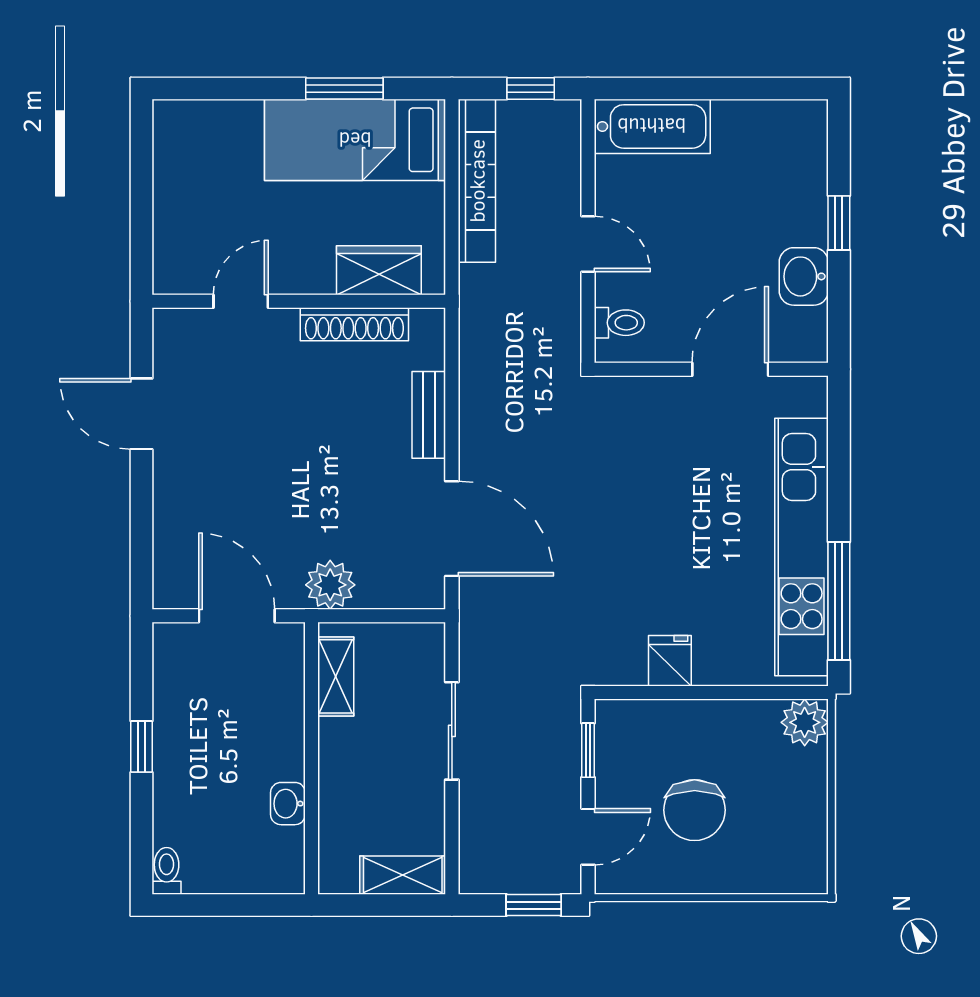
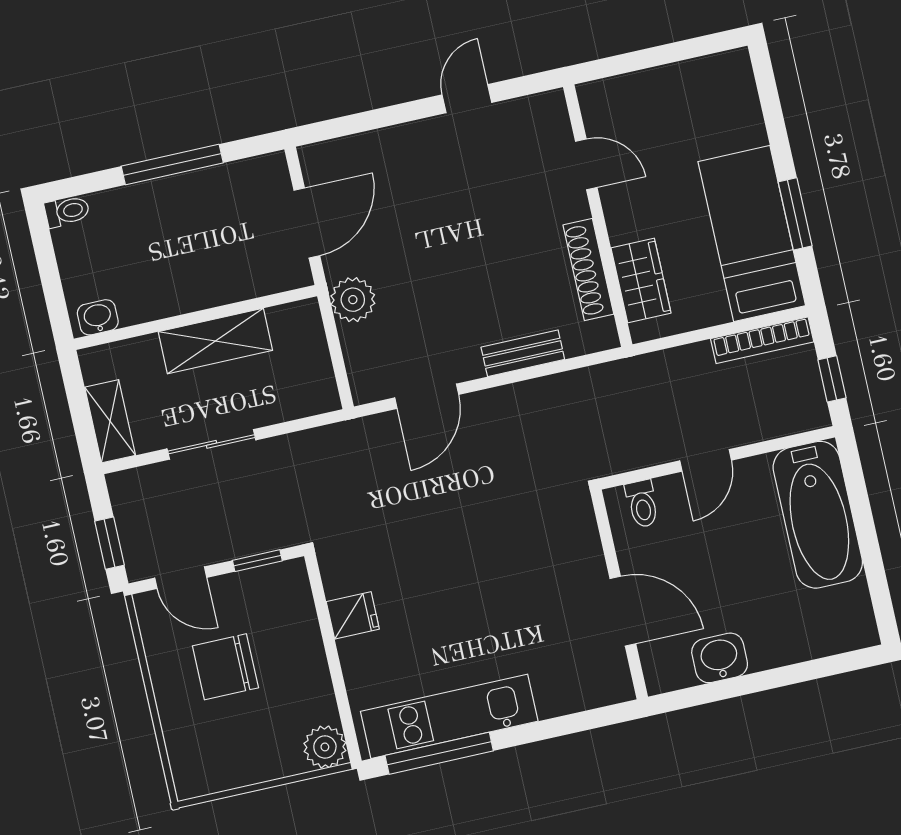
bathtub: (652, 126) -> (818, 515), width x1.36, depth x1.36
bookcase: (477, 181) -> (762, 340), width x0.68, depth x0.76
window: (839, 223) -> (774, 678), removed
door: (141, 414) -> (467, 99), width x0.73
door: (452, 529) -> (427, 396), width x0.73
kitchen unit: (802, 547) -> (449, 716), width x0.73
shelving: (336, 676) -> (215, 341), moved, width x1.50, depth x1.33
sliding door: (452, 731) -> (211, 444), moved
window: (141, 747) -> (172, 164), width x2.17
washbasin: (288, 804) -> (98, 317), moved

